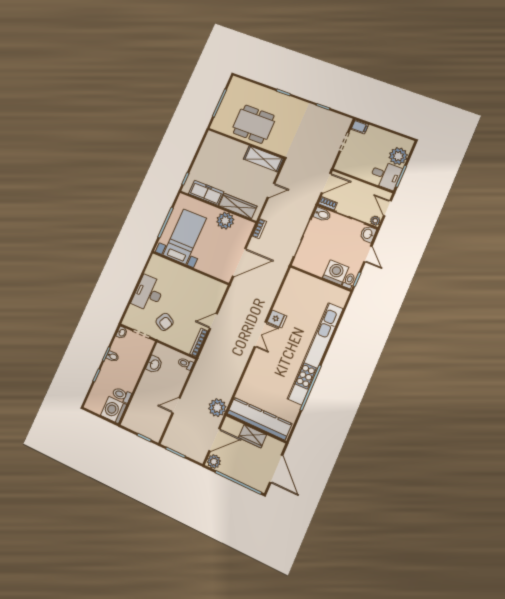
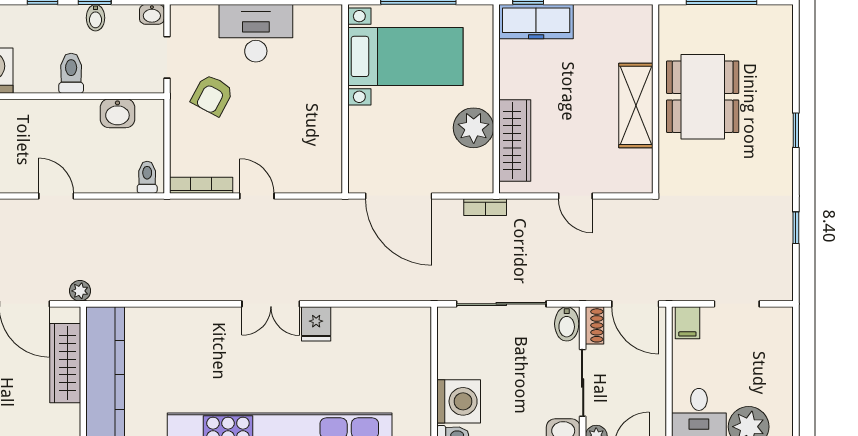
filing cabinet: (360, 127) -> (687, 323), moved
shelving: (263, 159) -> (636, 105), moved
freezer: (206, 193) -> (536, 22), moved, turned 90
toilet: (122, 395) -> (71, 73), moved
plant: (217, 408) -> (80, 291), width x0.53, depth x0.53
wardrobe: (252, 436) -> (65, 363), width x1.50

